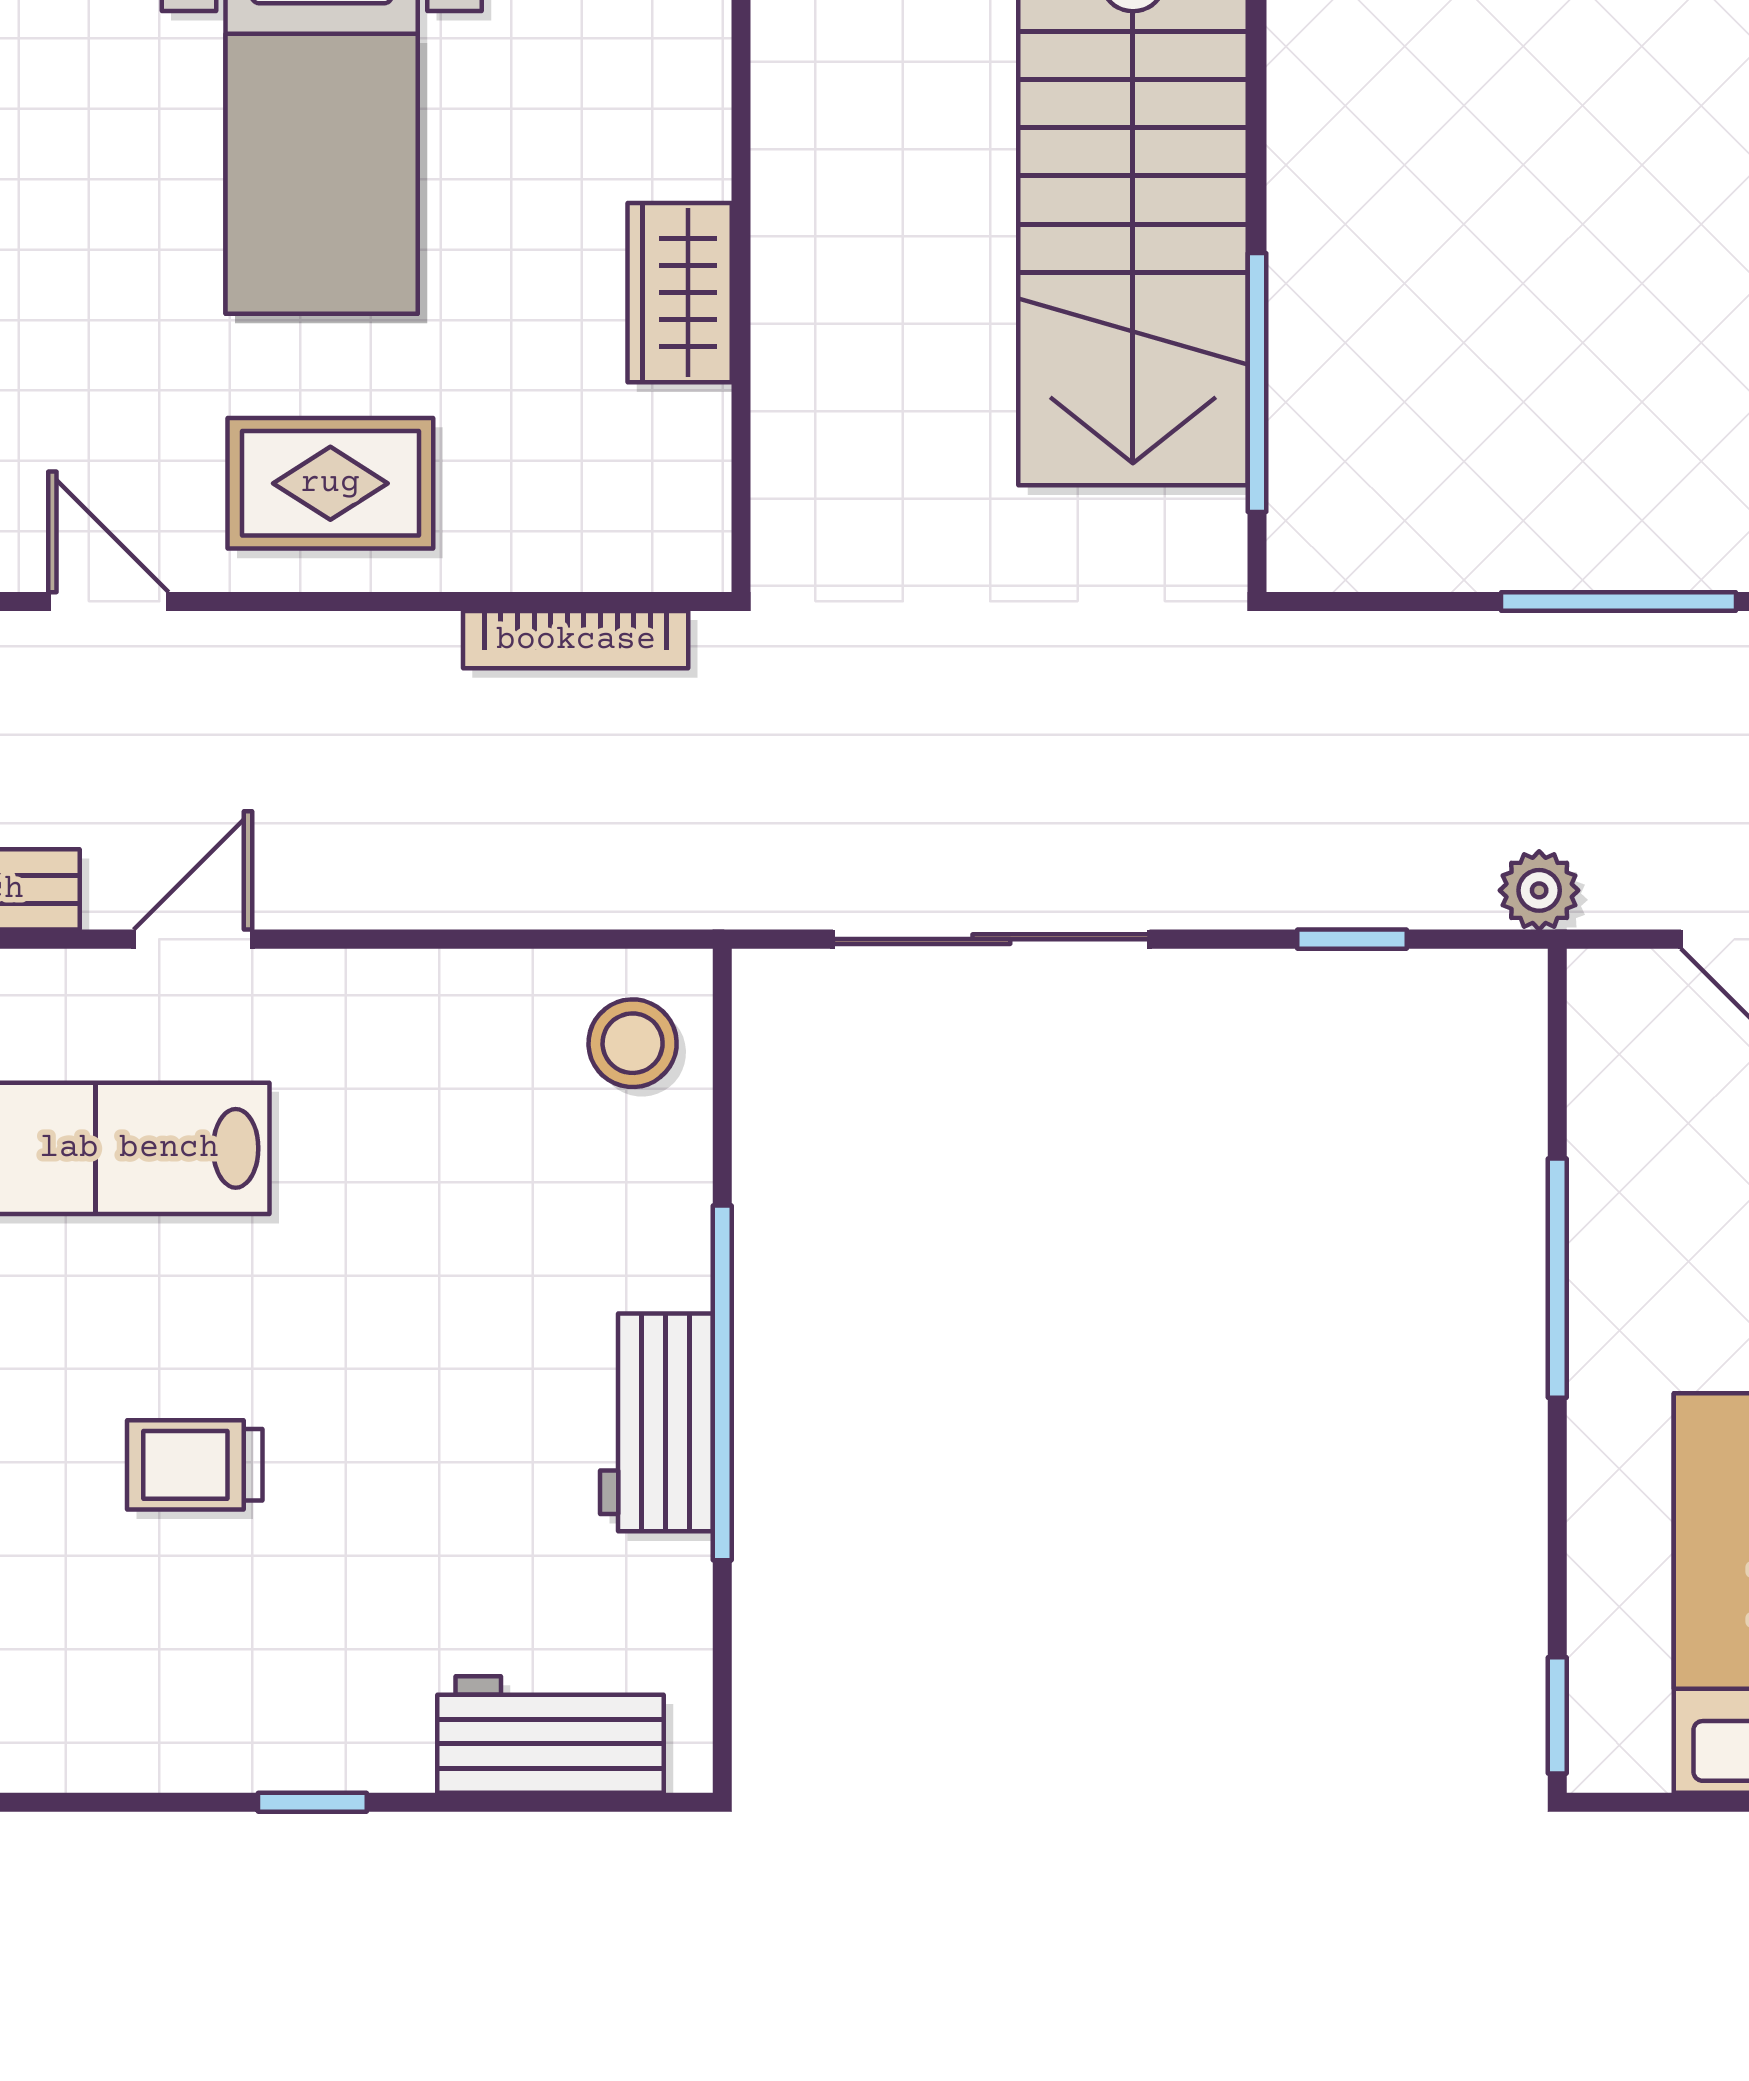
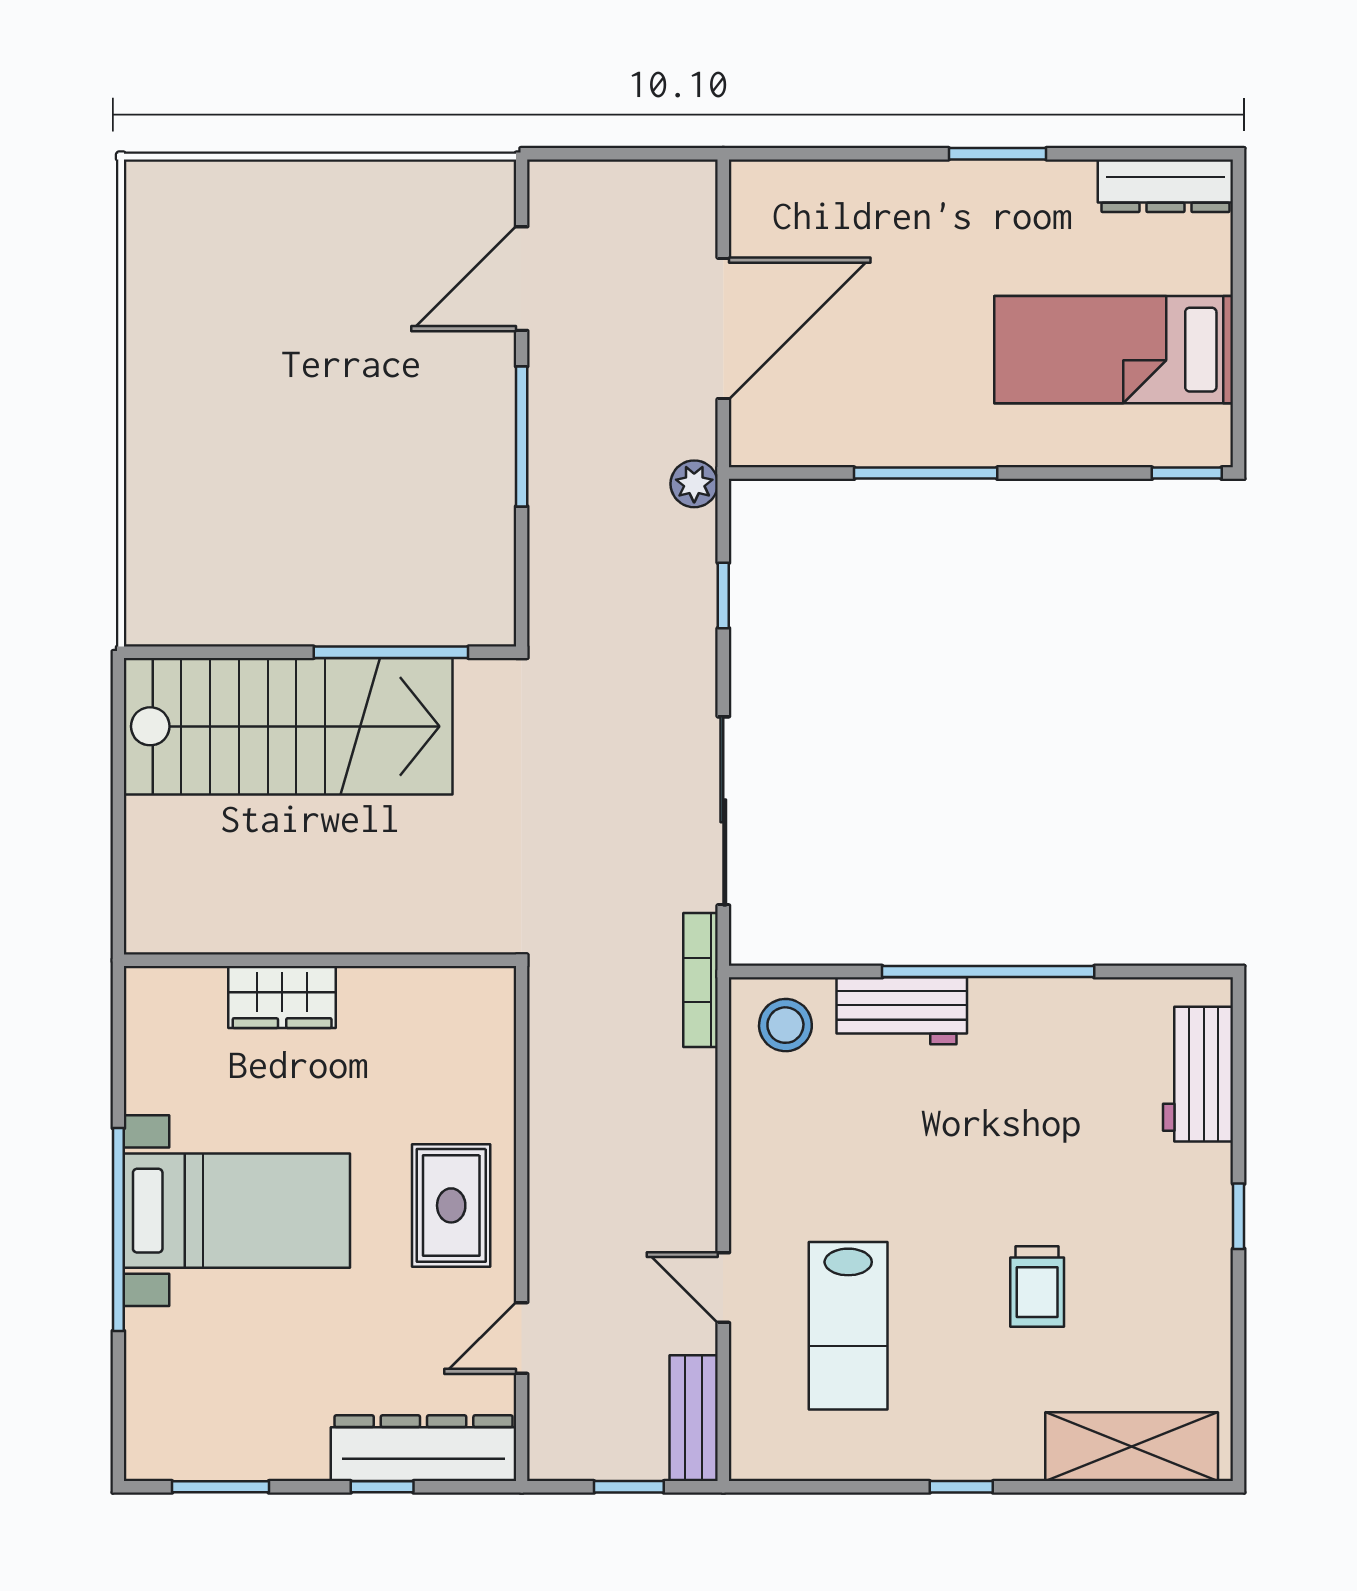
wardrobe: (680, 293) -> (282, 997), moved
bookcase: (576, 640) -> (700, 980), moved, turned 180
workbench: (657, 1422) -> (902, 1011), moved

